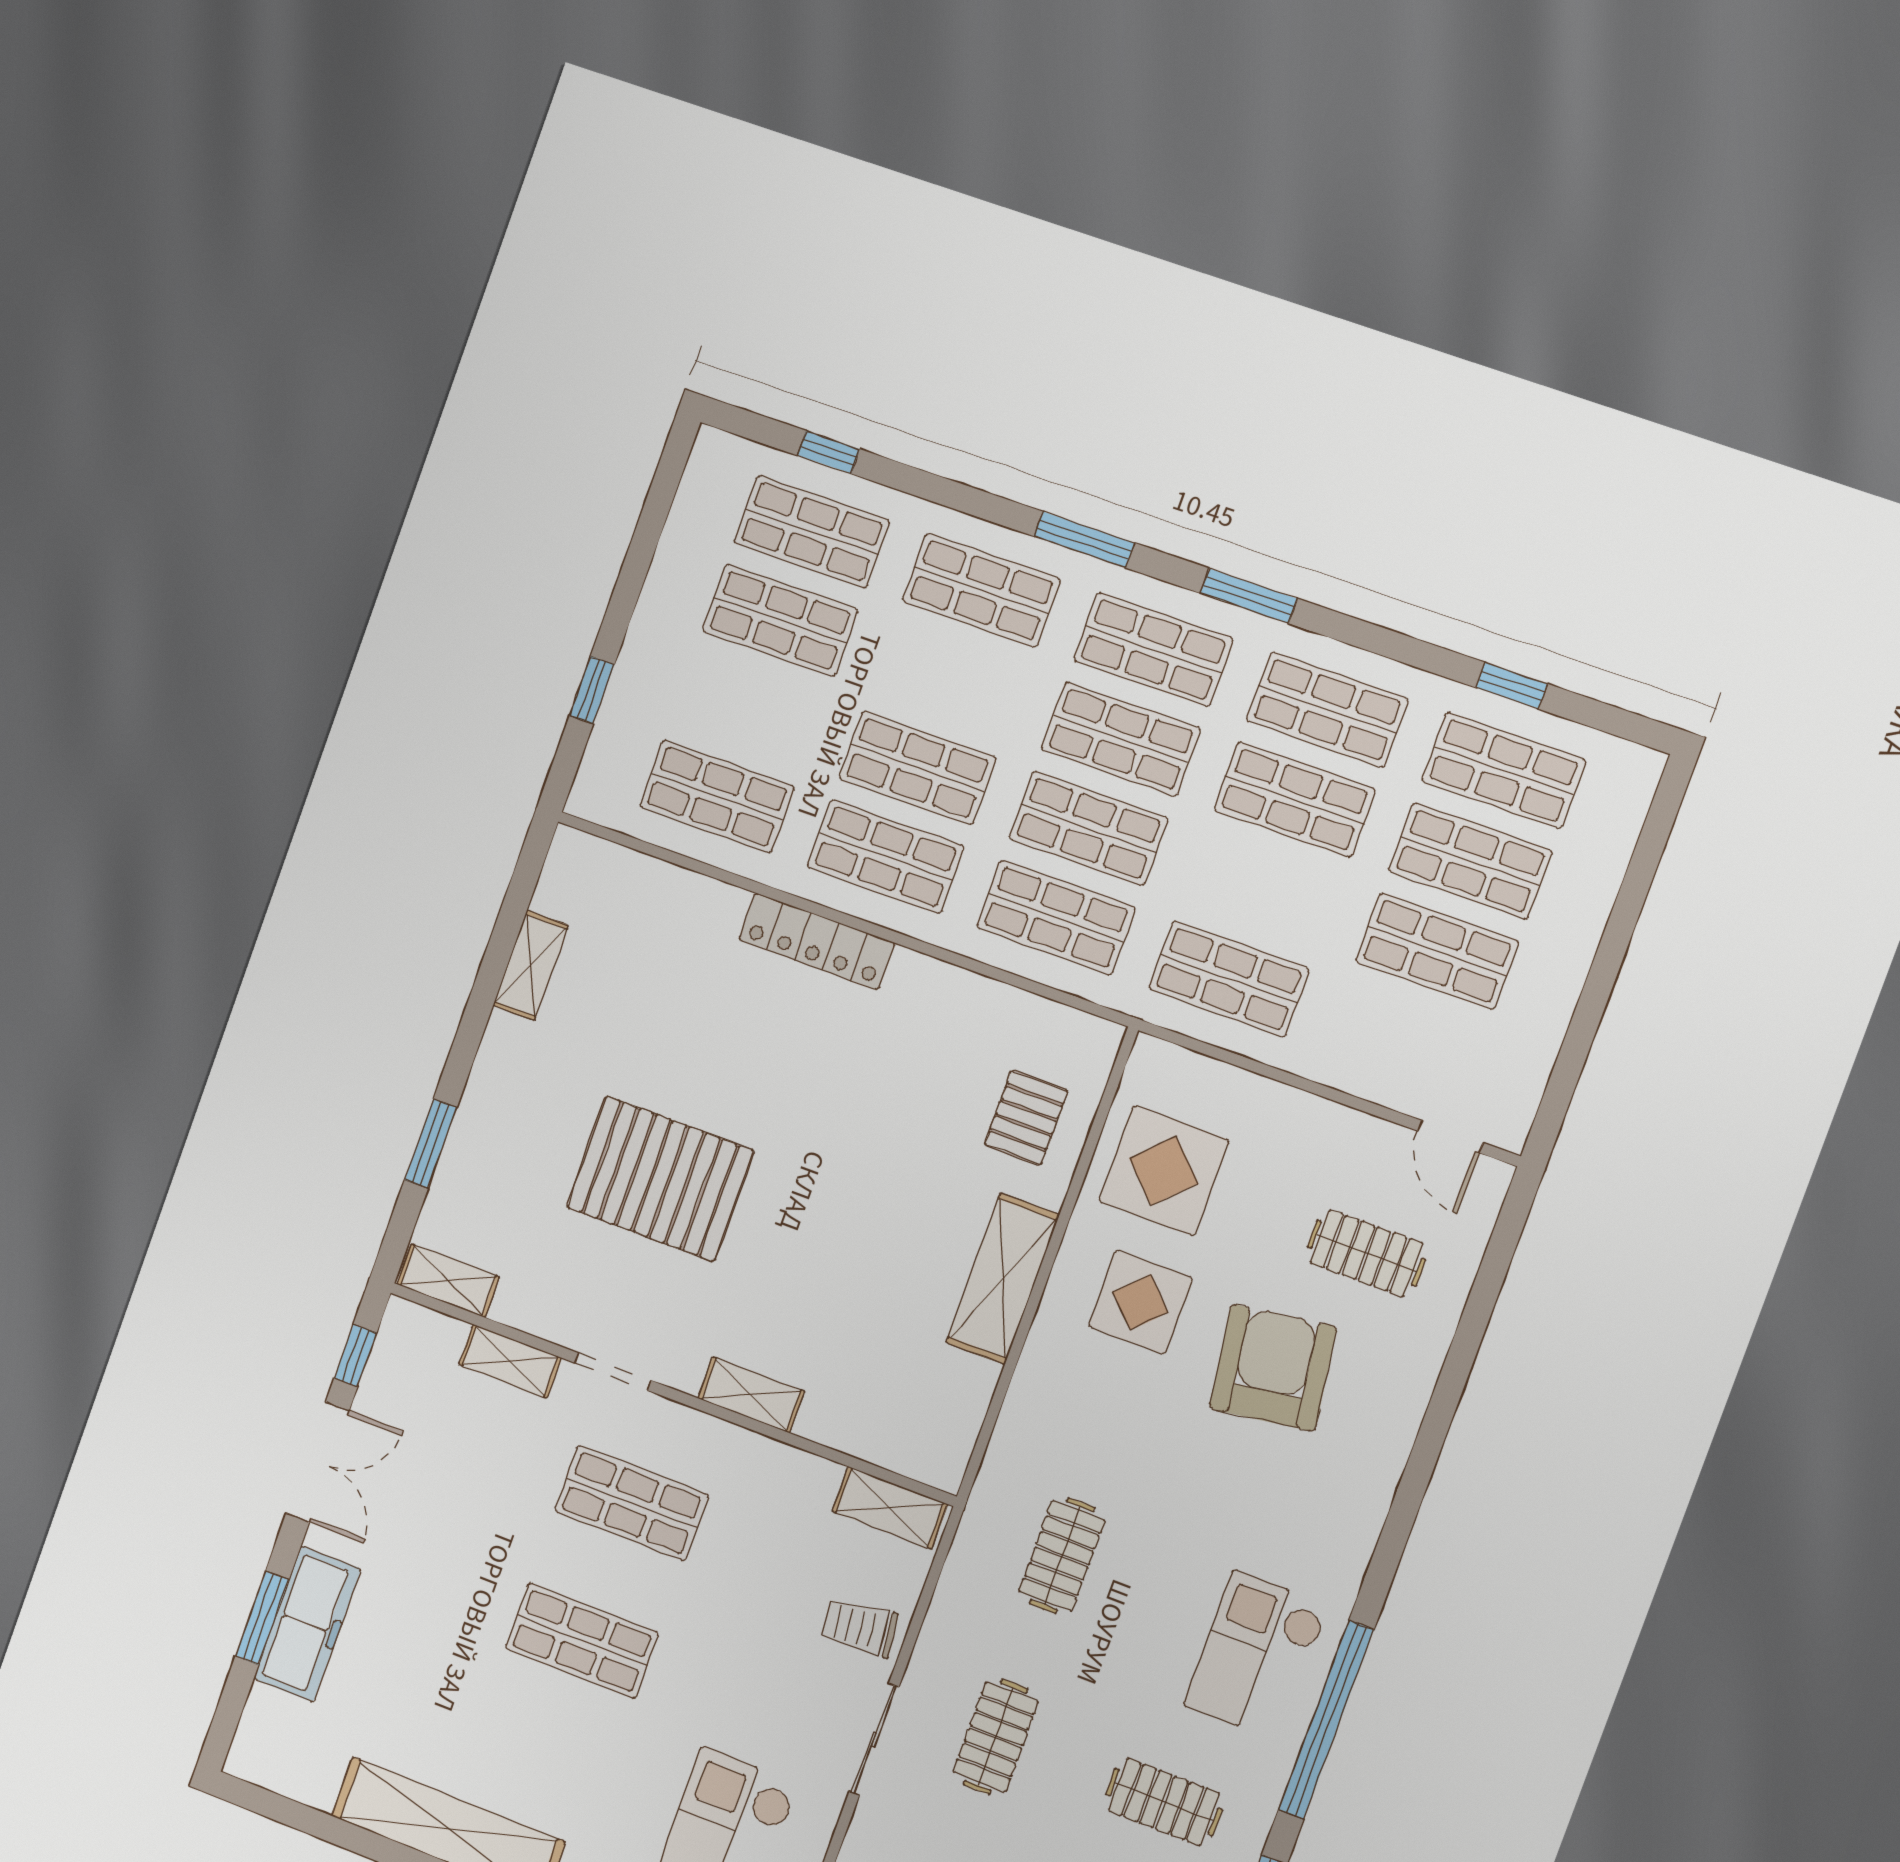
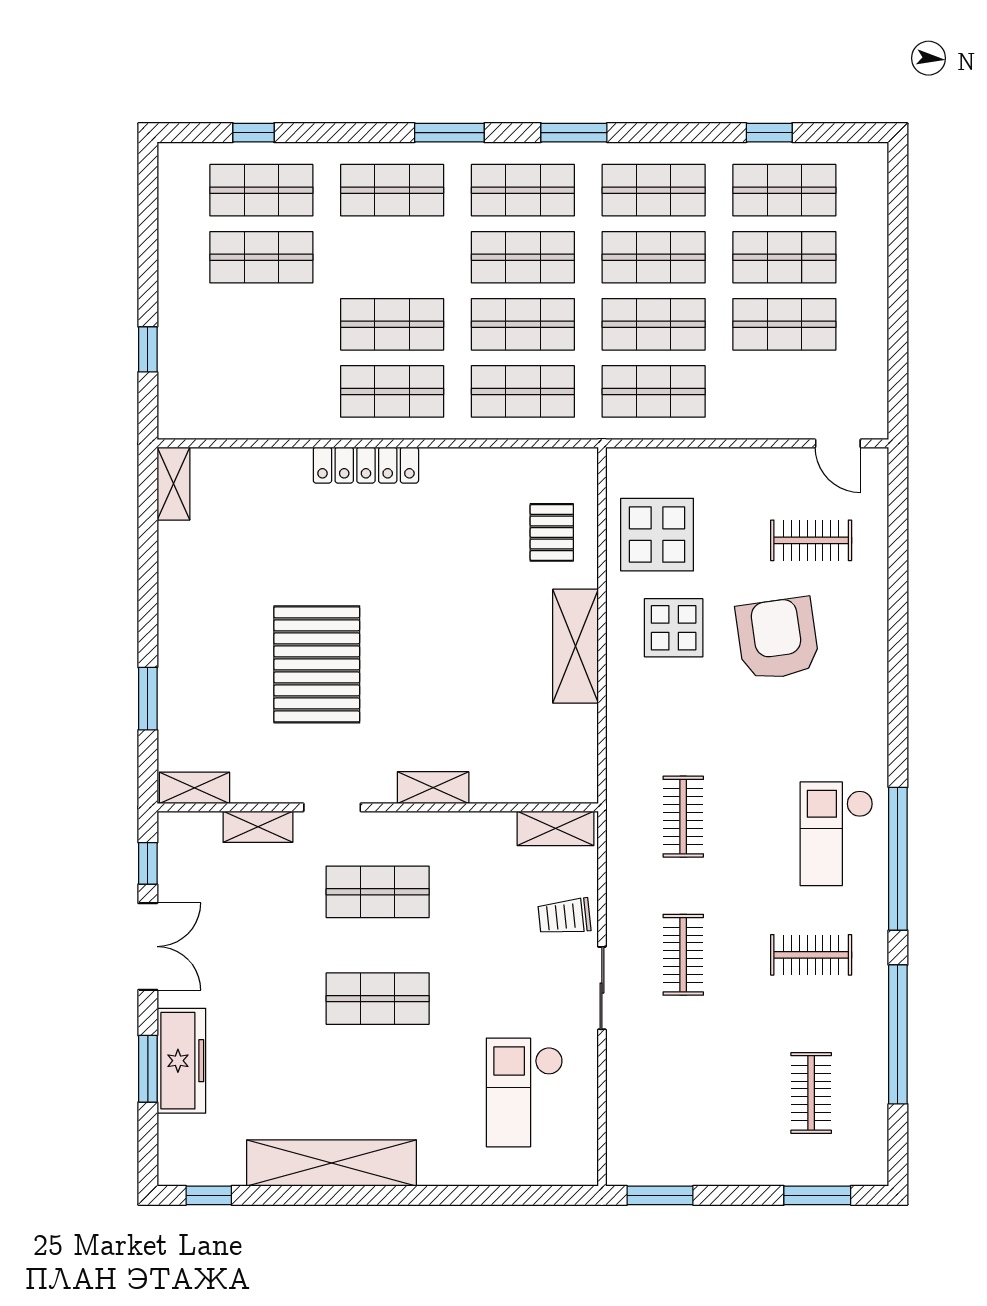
shop shelf: (717, 797) -> (654, 324), moved
shelving: (531, 965) -> (173, 484), moved
pallet: (660, 1179) -> (317, 664), turned 90
window: (280, 1809) -> (209, 1195), added

